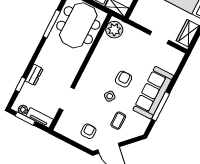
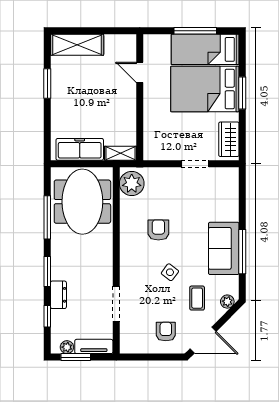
window: (35, 57) -> (47, 272), added
armchair: (124, 79) -> (158, 230), moved
sofa: (153, 93) -> (224, 248), width x0.73
plant: (136, 132) -> (227, 302), added

